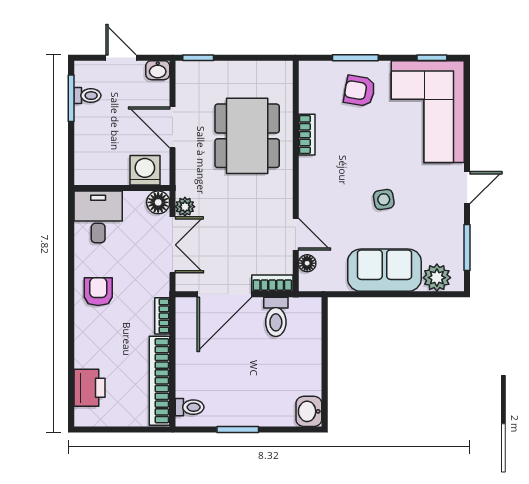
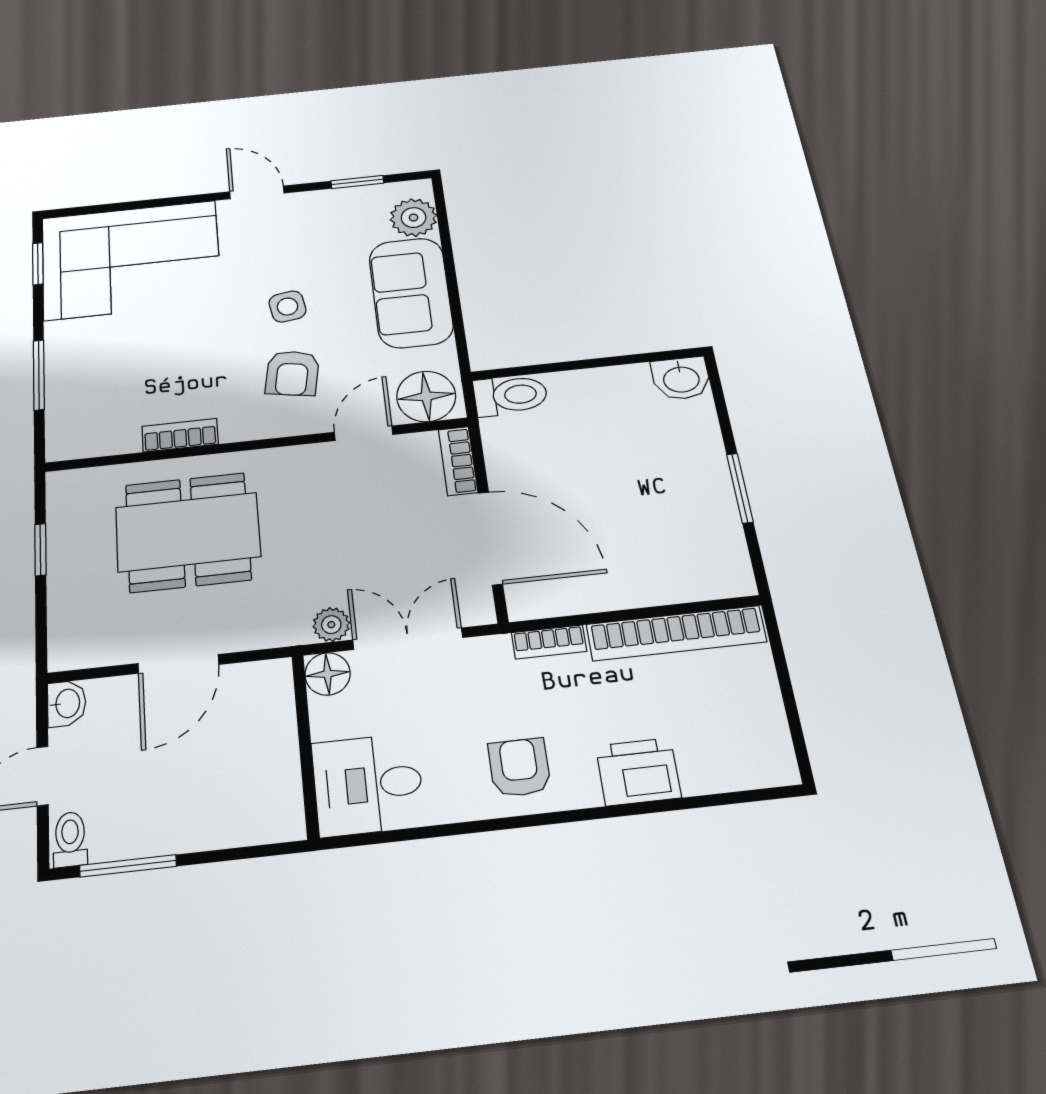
window: (198, 58) -> (40, 550), moved
armchair: (359, 91) -> (292, 373), moved
toilet: (87, 96) -> (70, 839), moved
washing machine: (145, 170) -> (266, 705), removed
window: (467, 248) -> (357, 182), width x0.67
floor lamp: (307, 263) -> (426, 396), width x1.89, depth x1.89
armchair: (98, 292) -> (519, 767), turned 90
toilet: (276, 317) -> (510, 395), moved
printer: (89, 388) -> (638, 772), moved
toilet: (190, 407) -> (716, 574), removed

